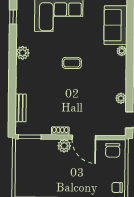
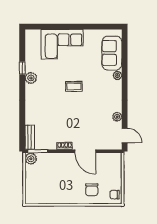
window: (13, 17) -> (22, 68), moved
bench: (21, 108) -> (30, 137), moved
plant: (64, 146) -> (31, 159), moved
chair: (113, 150) -> (92, 190), moved

